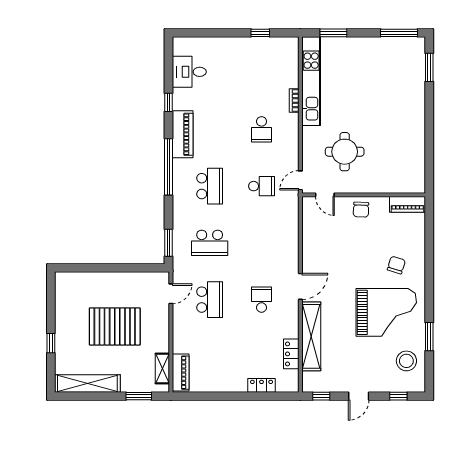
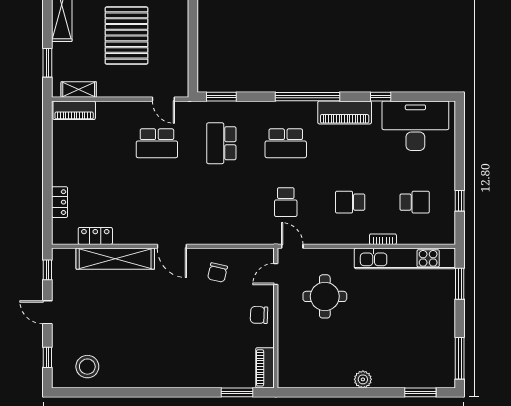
desk: (189, 72) -> (415, 126), width x1.87, depth x1.30
plant: (418, 118) -> (363, 379), added
chair: (396, 265) -> (217, 273), moved, turned 86
school desk: (262, 300) -> (415, 202), moved
grand piano: (386, 312) -> (142, 344), removed
window: (429, 337) -> (237, 392), moved

